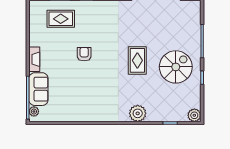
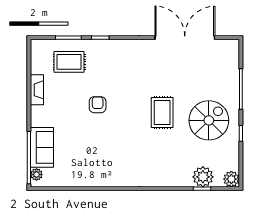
fireplace: (34, 59) -> (37, 90), moved
plant: (138, 113) -> (203, 177), moved

